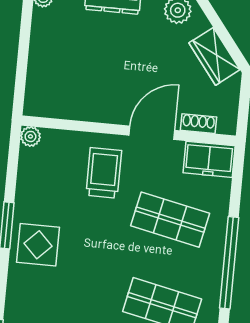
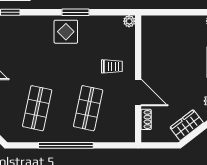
freezer: (209, 159) -> (126, 128), removed
trolley: (104, 173) -> (112, 66), width x0.73, depth x0.72

